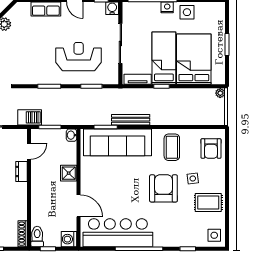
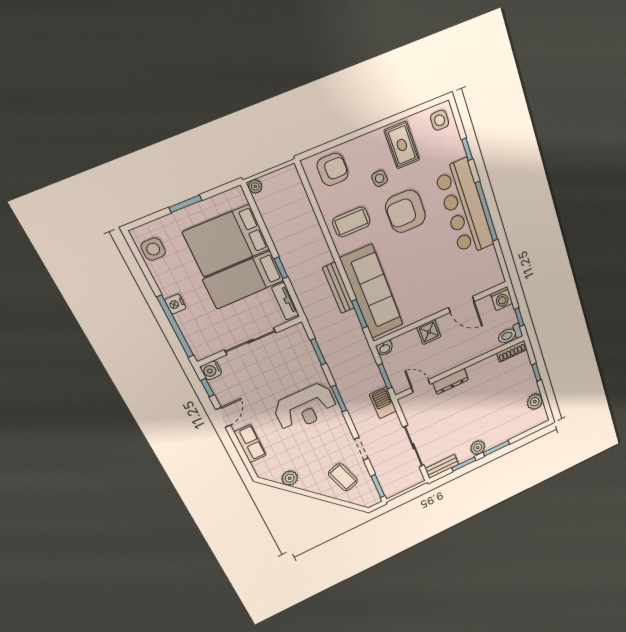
side table: (187, 12) -> (153, 249), moved
reception desk: (79, 57) -> (305, 407), moved, turned -90
dresser: (21, 171) -> (451, 381), width x1.44
door: (79, 206) -> (461, 304), swing flipped
bar counter: (118, 233) -> (464, 208), moved

